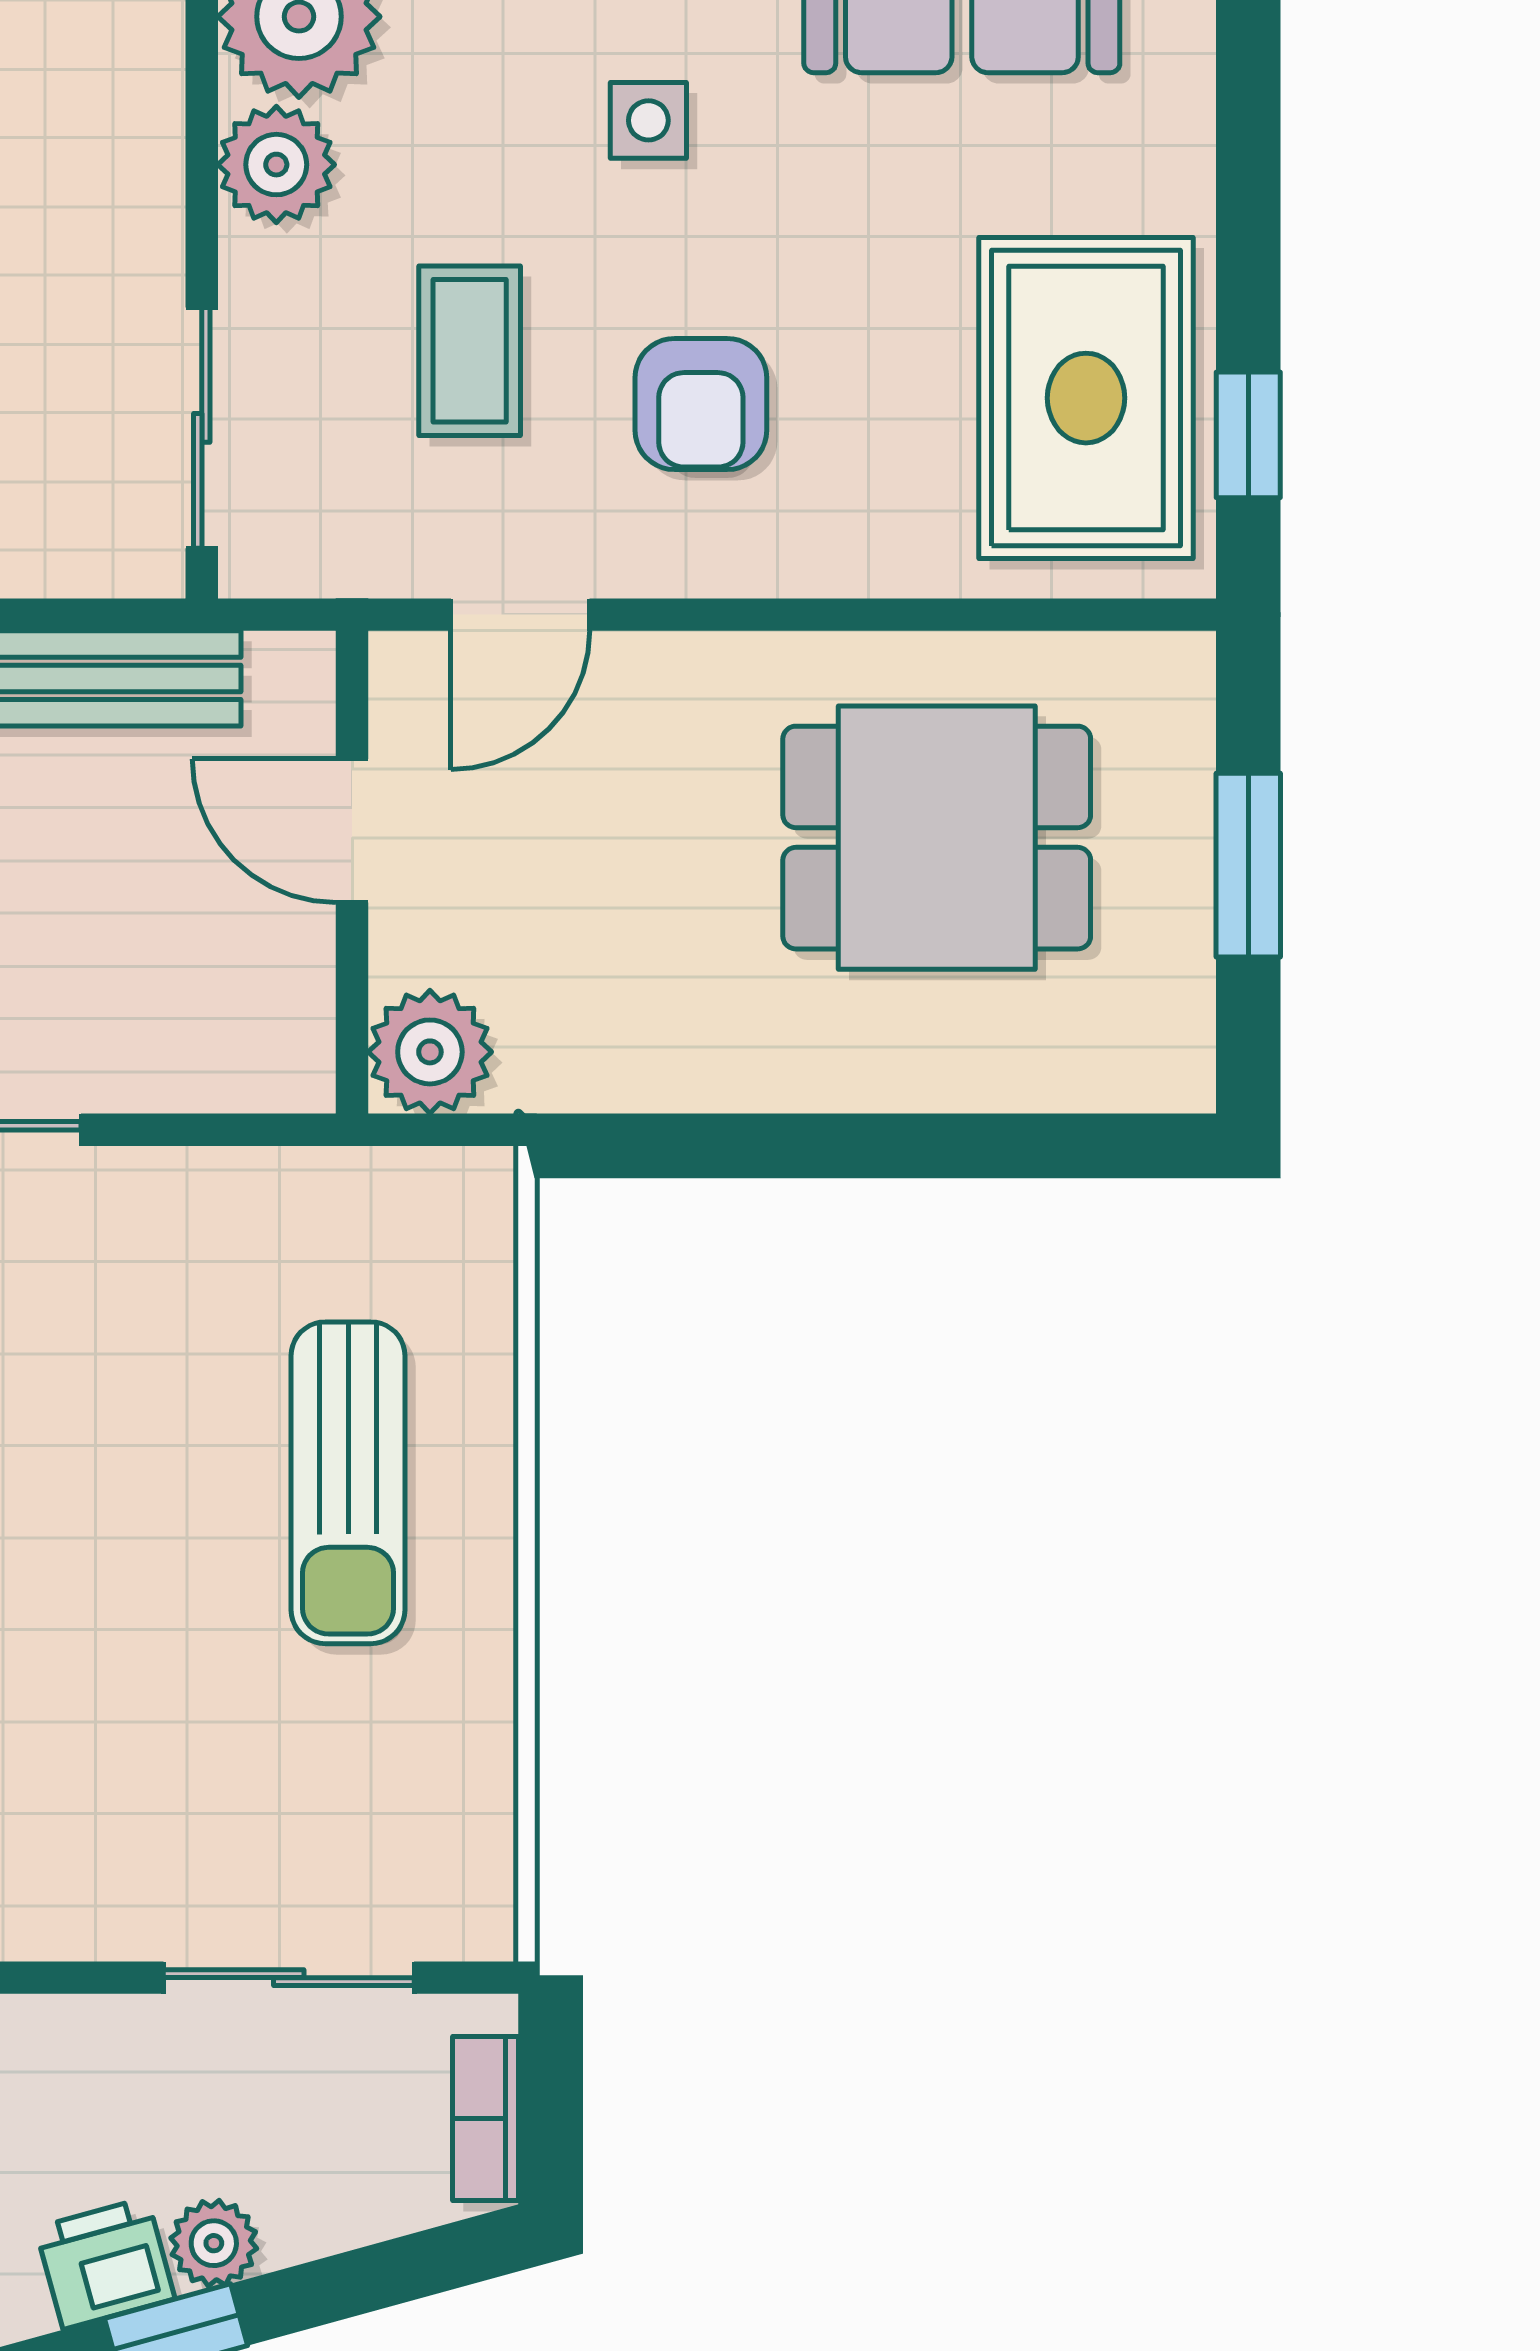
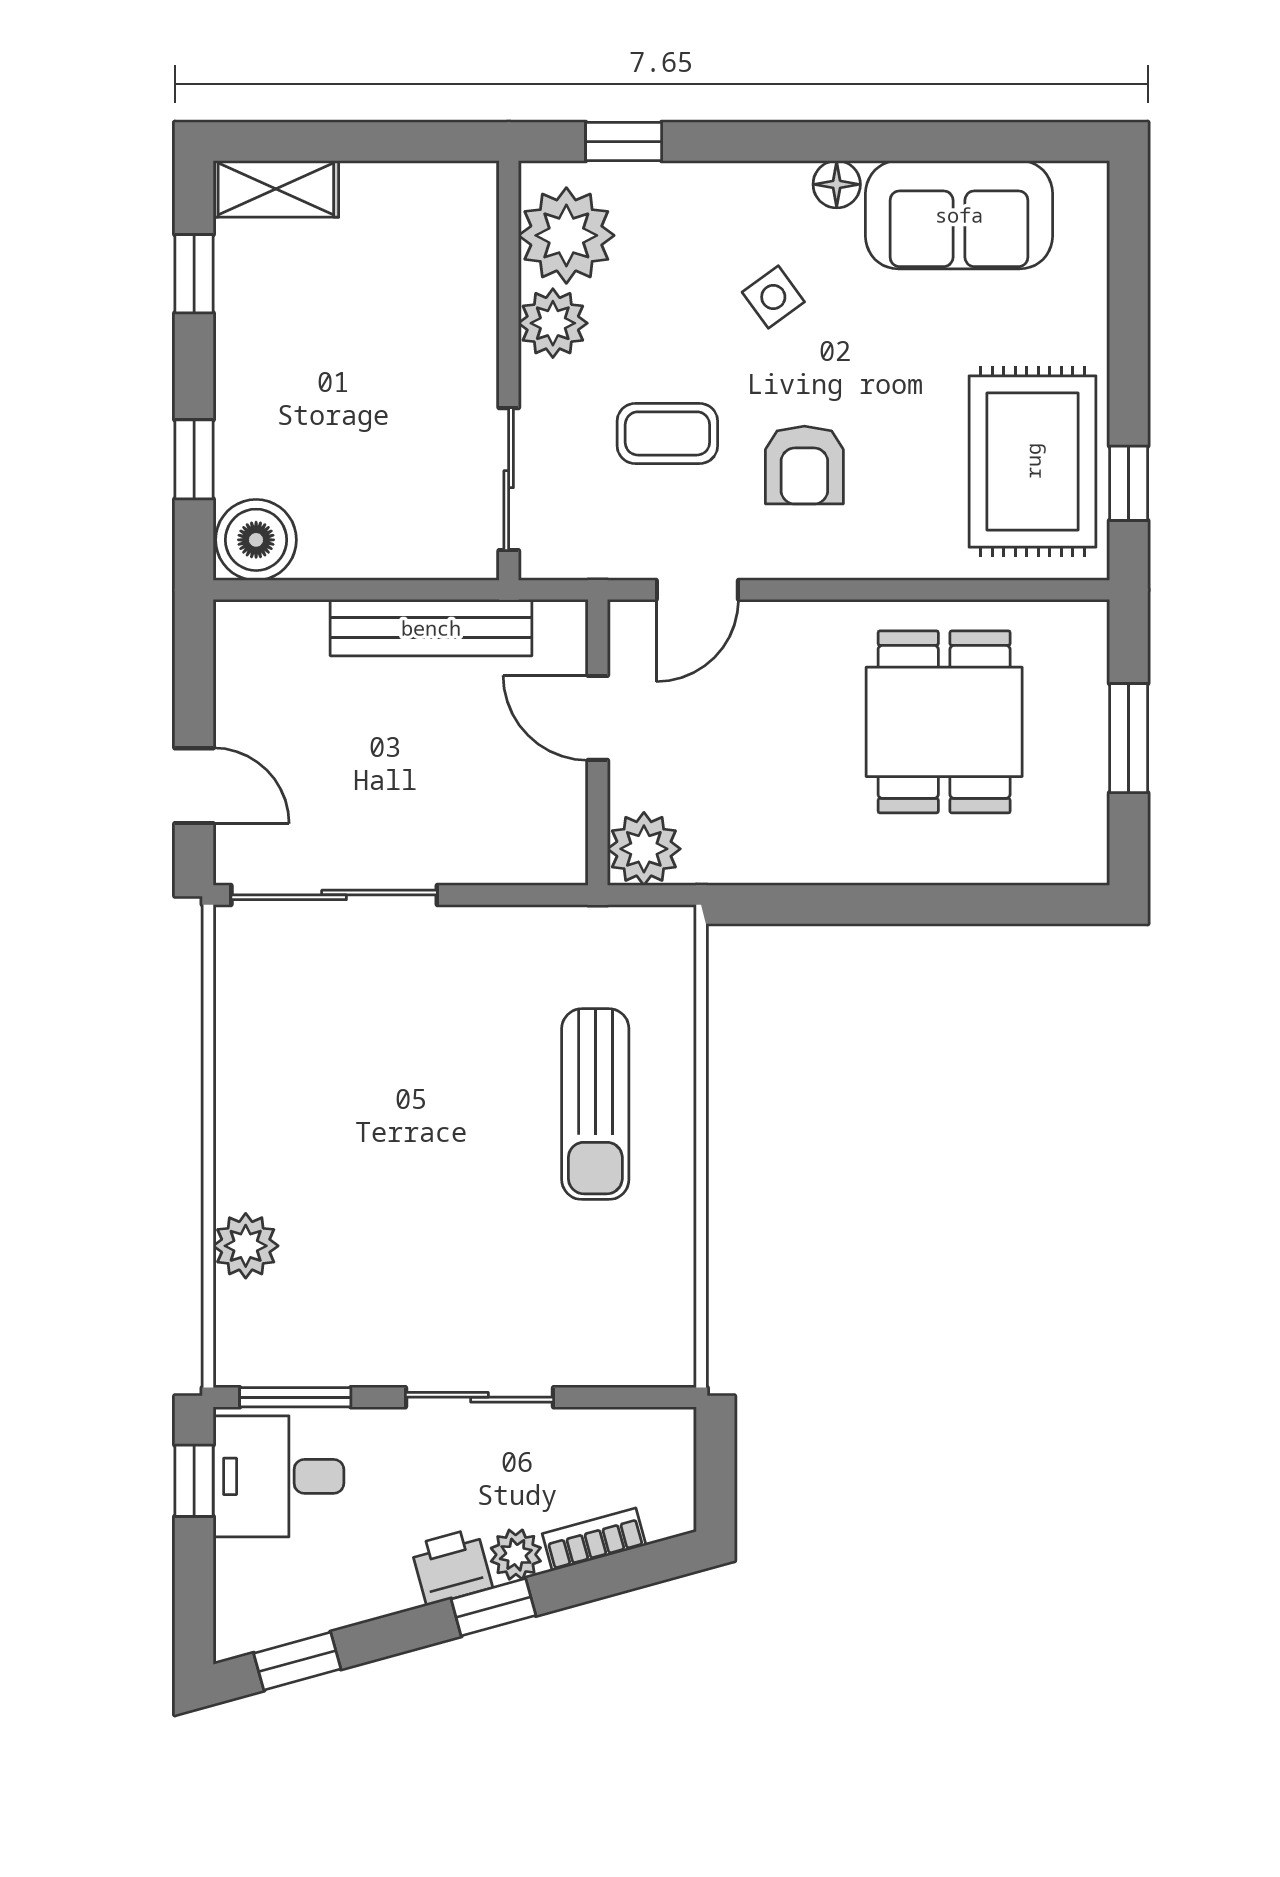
side table: (648, 120) -> (773, 297), turned -36
coffee table: (470, 351) -> (667, 433), turned 90
dining table: (937, 838) -> (944, 722), turned 90
sliding door: (289, 1978) -> (480, 1397), moved
bookcase: (486, 2119) -> (594, 1540), moved, turned 75

